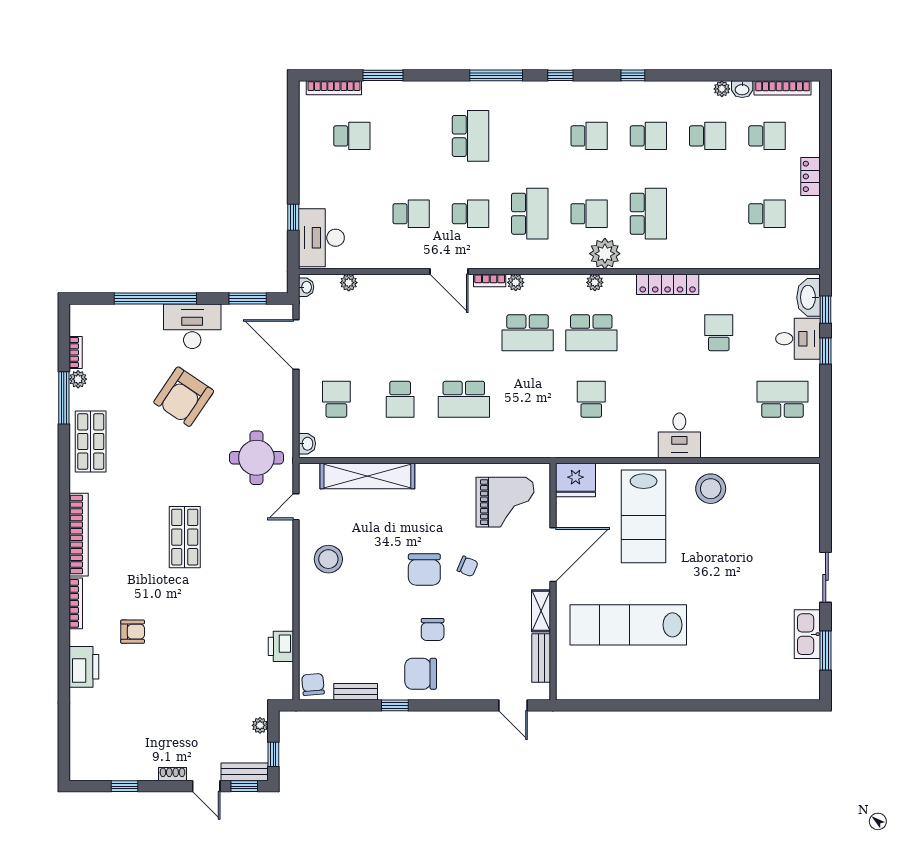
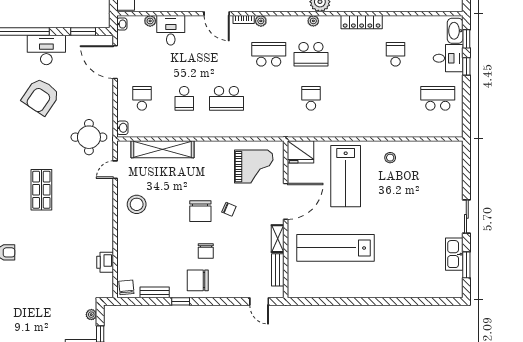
school desk: (528, 333) -> (269, 54), turned 180
desk: (679, 435) -> (171, 30), moved, turned 180
stool: (711, 489) -> (390, 158), width x0.53, depth x0.53

